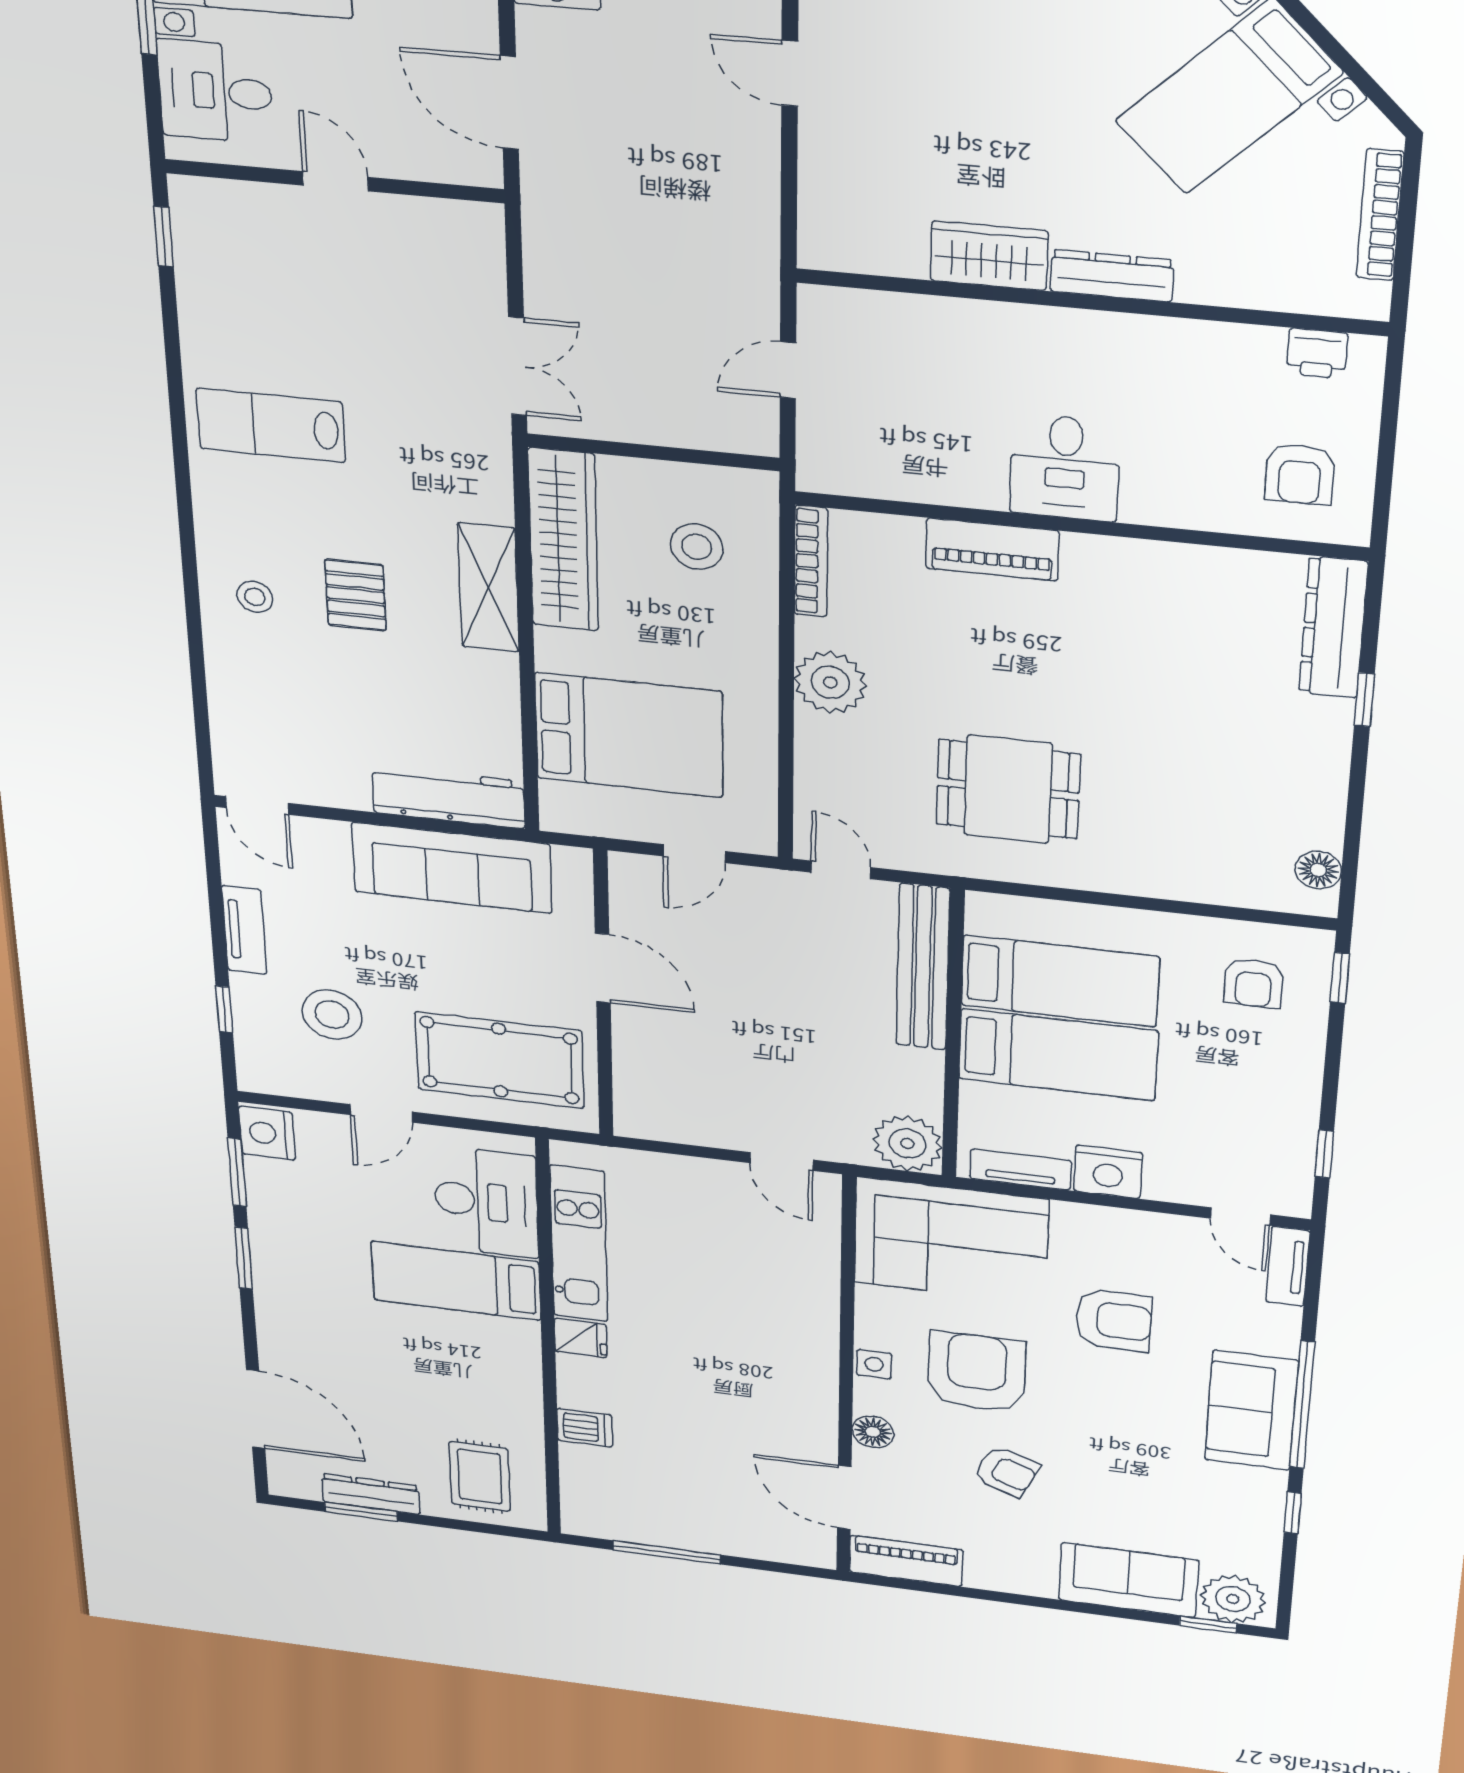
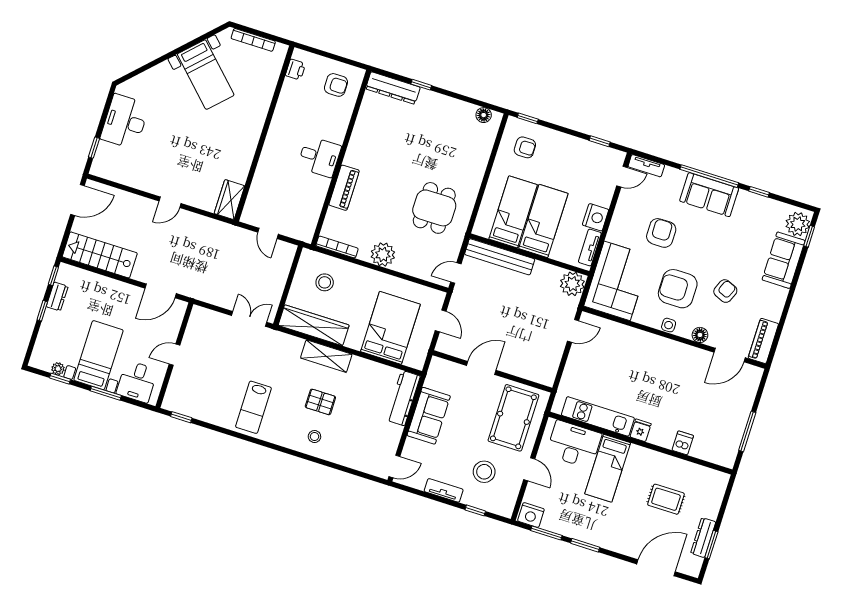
wardrobe: (989, 256) -> (230, 200), moved
dresser: (1112, 276) -> (257, 124), removed
sofa: (452, 868) -> (429, 416), width x0.73
rug: (480, 1476) -> (666, 499), moved

